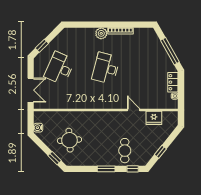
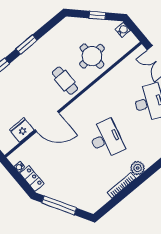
door: (134, 110) -> (47, 122), width x1.88
round table: (69, 140) -> (92, 56), moved
cafe table: (125, 151) -> (65, 81), moved
window: (55, 158) -> (97, 15), moved

